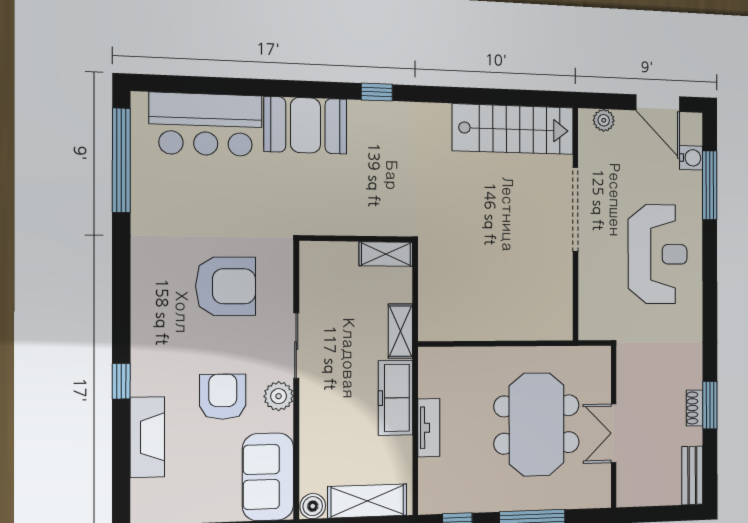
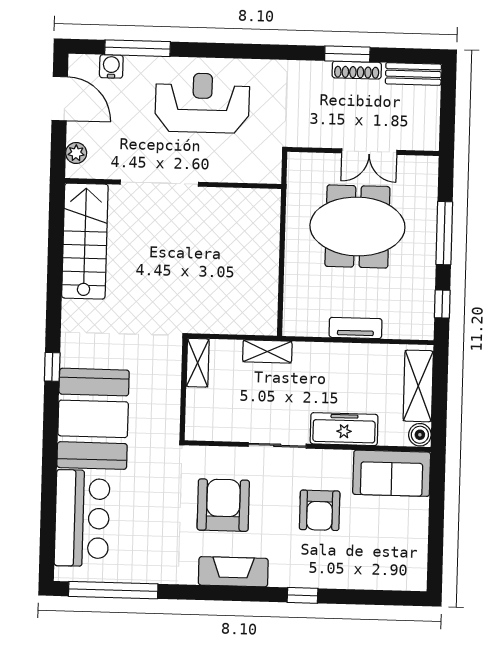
door: (658, 103) -> (60, 99), hinge flipped
booth: (305, 125) -> (93, 419), width x1.36, depth x1.42
plant: (279, 396) -> (321, 462), removed
armchair: (223, 397) -> (320, 510), turned -90
freezer: (395, 398) -> (344, 429), moved, turned 180
shoe rack: (694, 408) -> (357, 70), width x1.43
fireplace: (147, 437) -> (233, 572), moved

